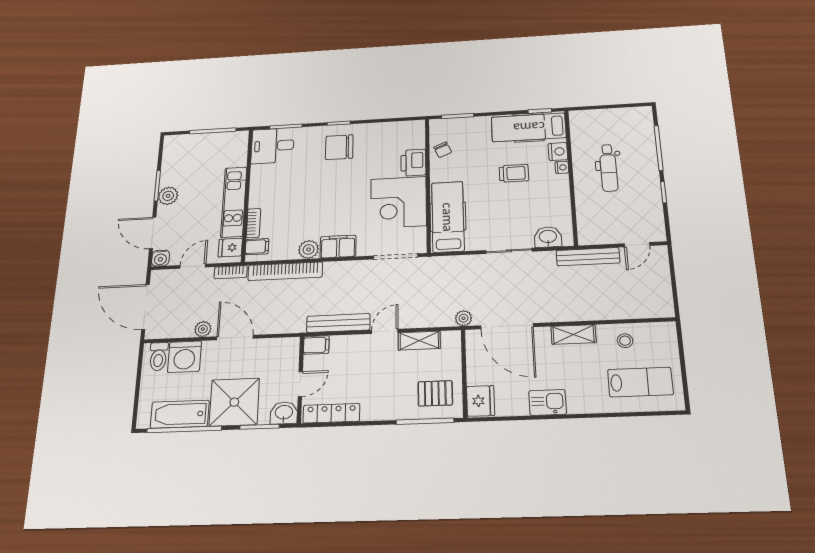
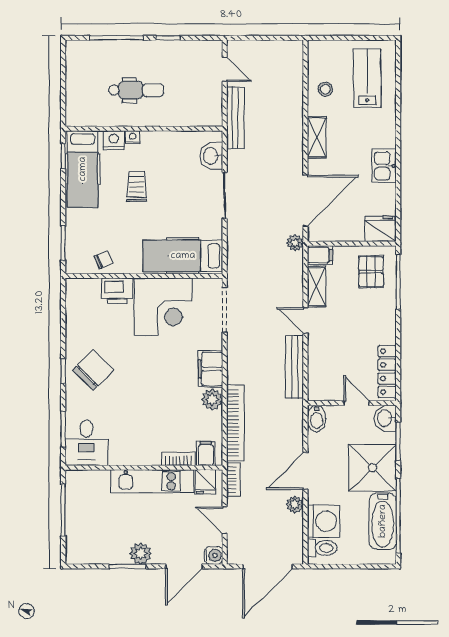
chair: (339, 147) -> (93, 370), turned -135
filing cabinet: (316, 345) -> (320, 255), moved, turned 90
bidet: (286, 346) -> (317, 418), added

